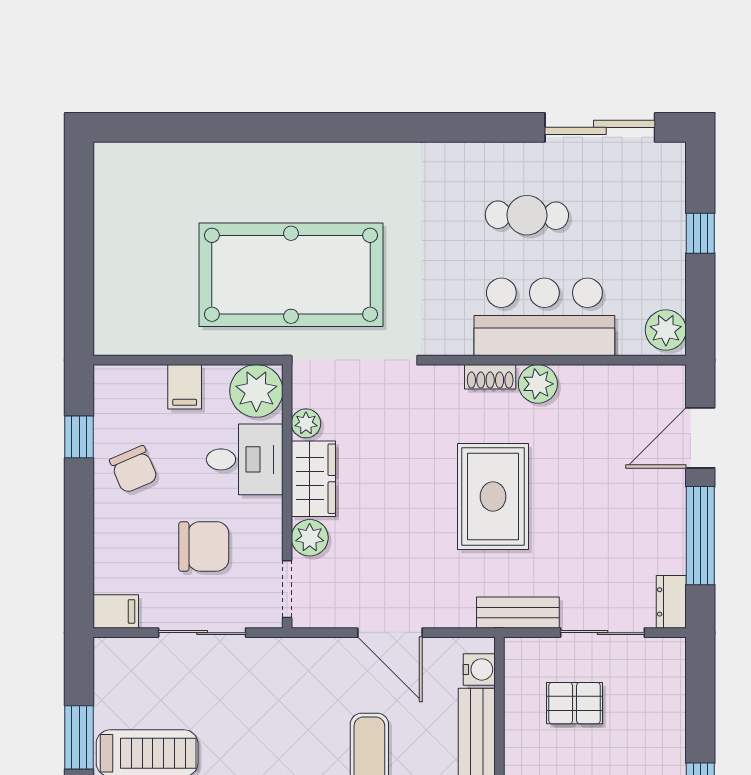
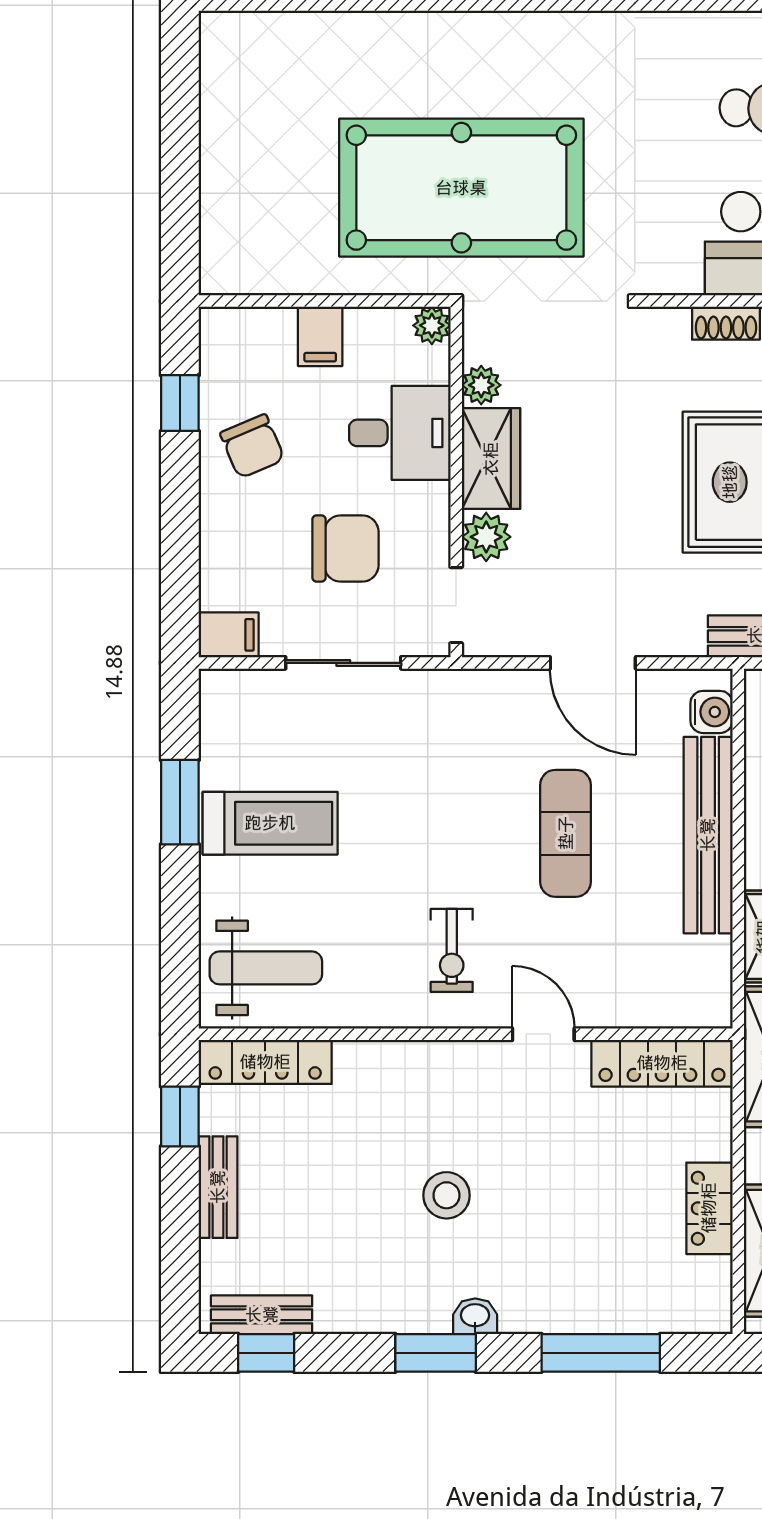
plant: (256, 391) -> (432, 325), width x0.53, depth x0.53

